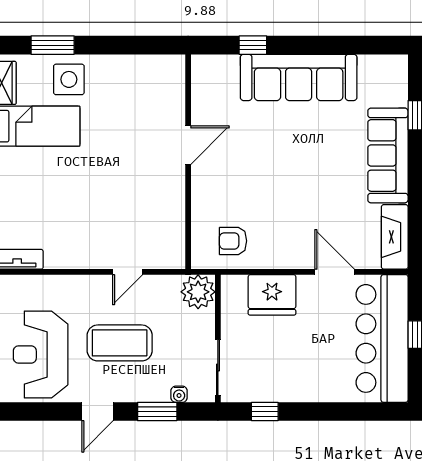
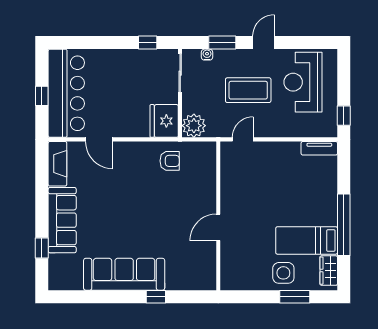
door: (188, 145) -> (218, 227), moved
wall: (188, 162) -> (218, 216), moved
fridge: (272, 295) -> (164, 121), moved, turned -90
reception desk: (41, 354) -> (303, 82), turned 180

